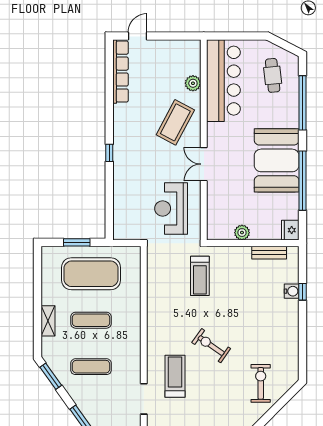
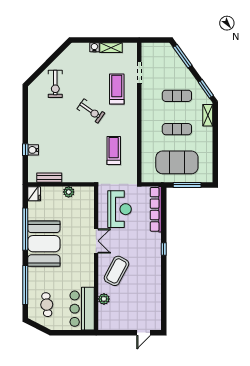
row of seats: (121, 72) -> (156, 209), moved
bar counter: (223, 81) -> (82, 309), width x0.73
window: (77, 242) -> (187, 185), width x1.44
treadmill: (200, 276) -> (114, 150), moved
shelving: (48, 321) -> (208, 115), moved
treadmill: (175, 376) -> (117, 89), turned 180

